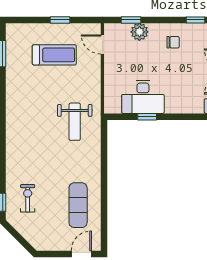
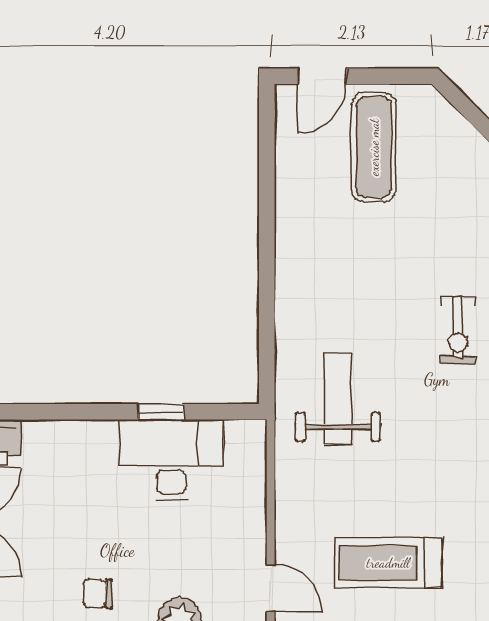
exercise bike: (28, 198) -> (458, 330), moved
exercise mat: (78, 205) -> (374, 147), moved

